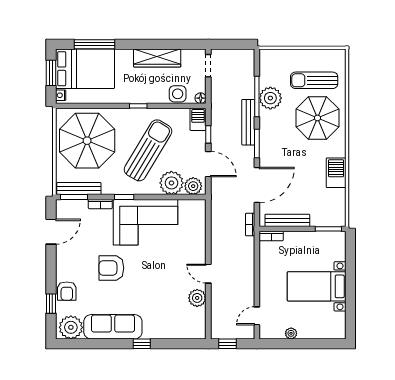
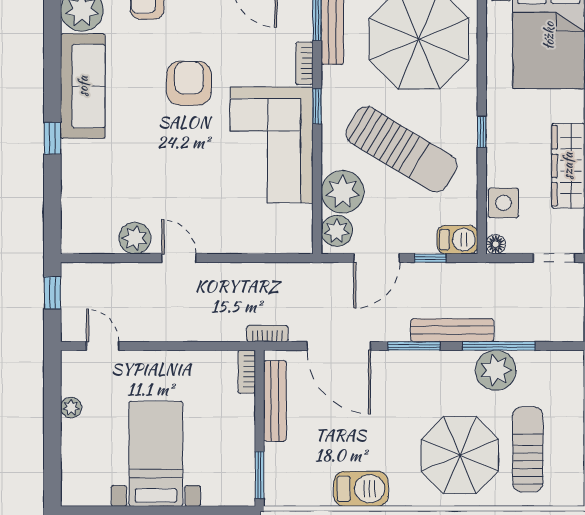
door: (208, 274) -> (179, 258), hinge flipped

